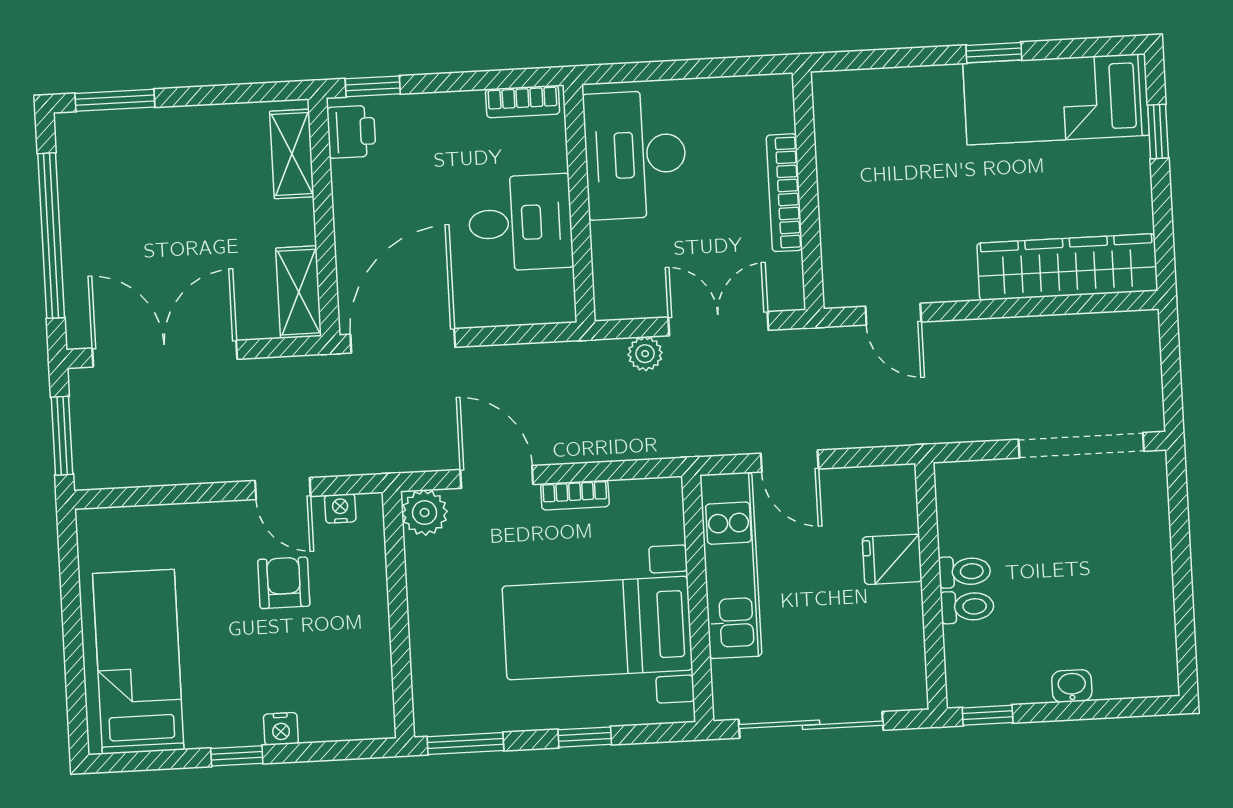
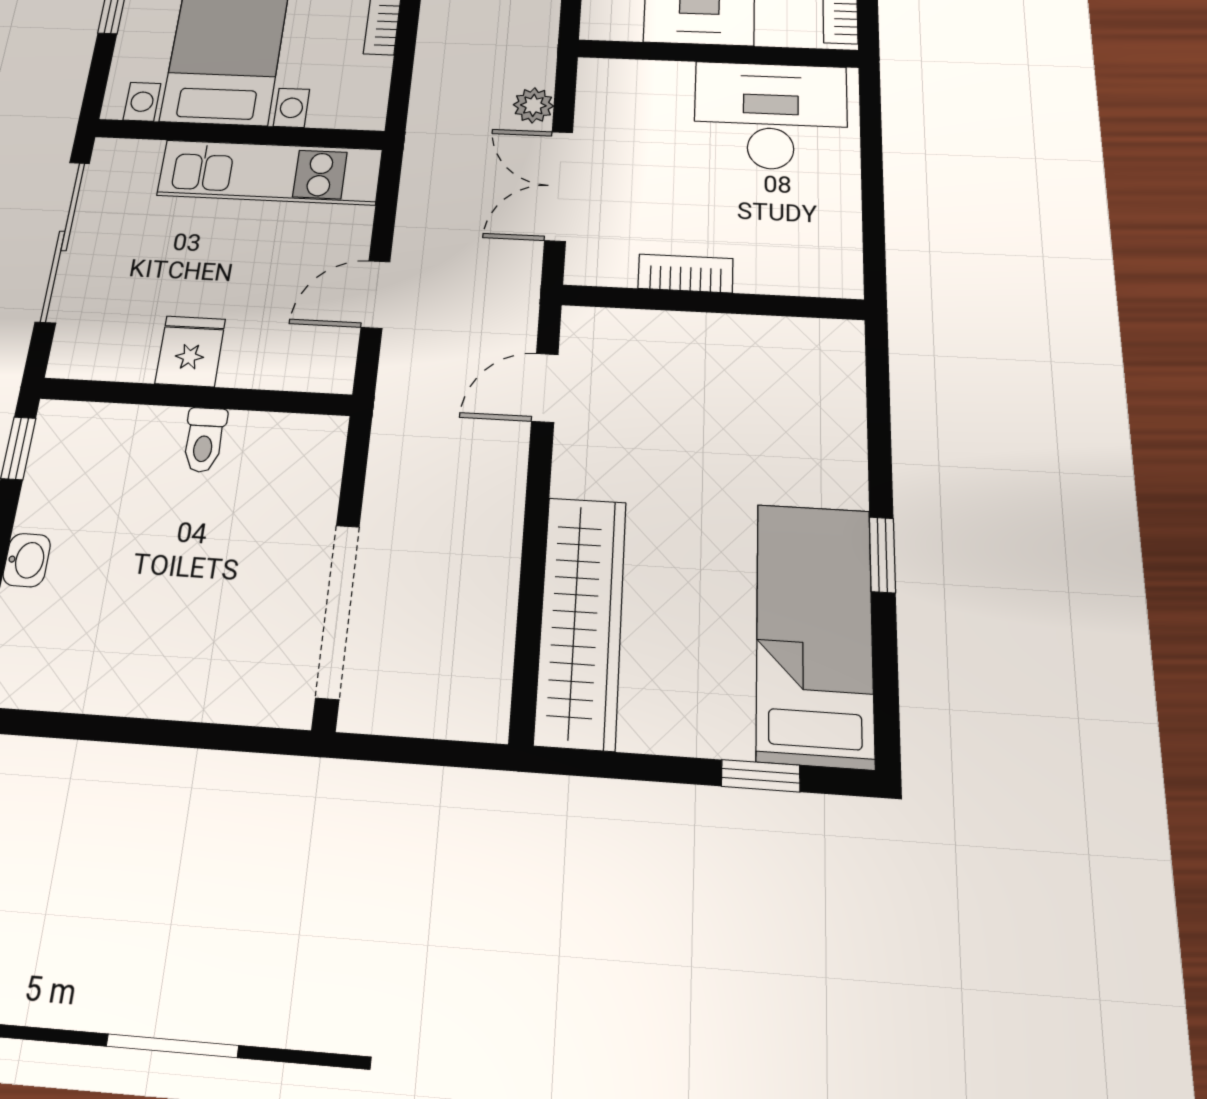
bookcase: (784, 193) -> (686, 273), width x0.64
double door: (718, 324) -> (559, 186), swing flipped
door: (790, 461) -> (375, 294), moved
fridge: (892, 559) -> (190, 351), moved
toilet: (967, 607) -> (159, 438), removed

